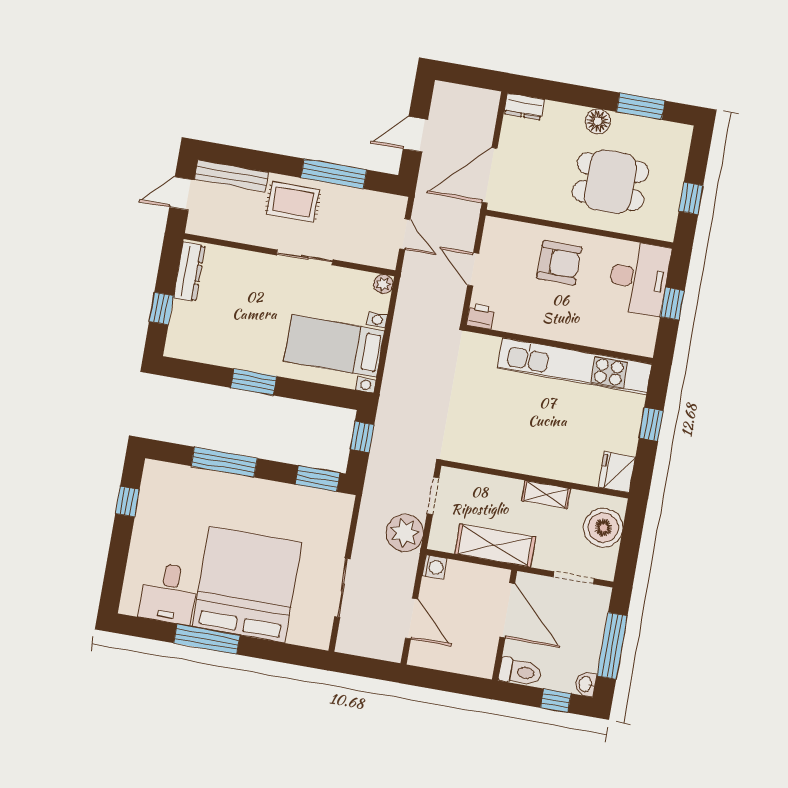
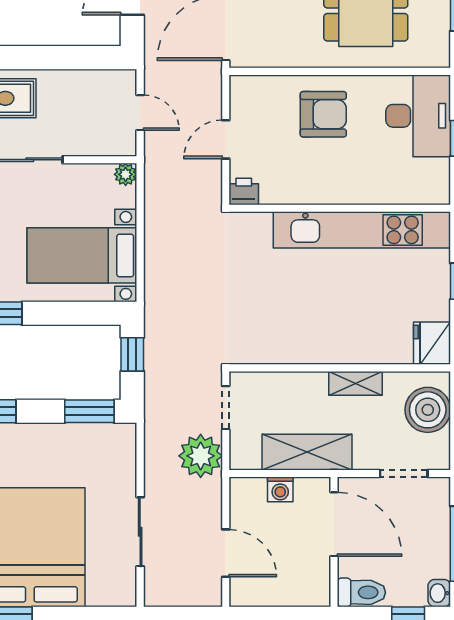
window: (334, 174) -> (46, 58), removed
door: (473, 269) -> (226, 139), hinge flipped
washing machine: (434, 567) -> (280, 489), moved, turned 90

